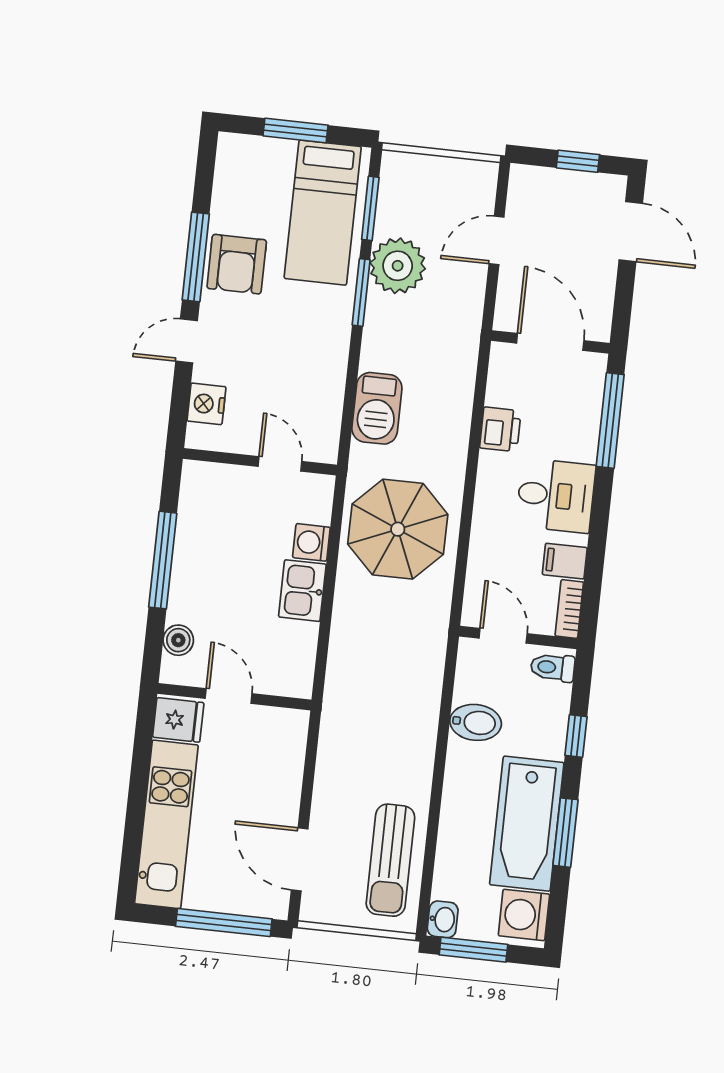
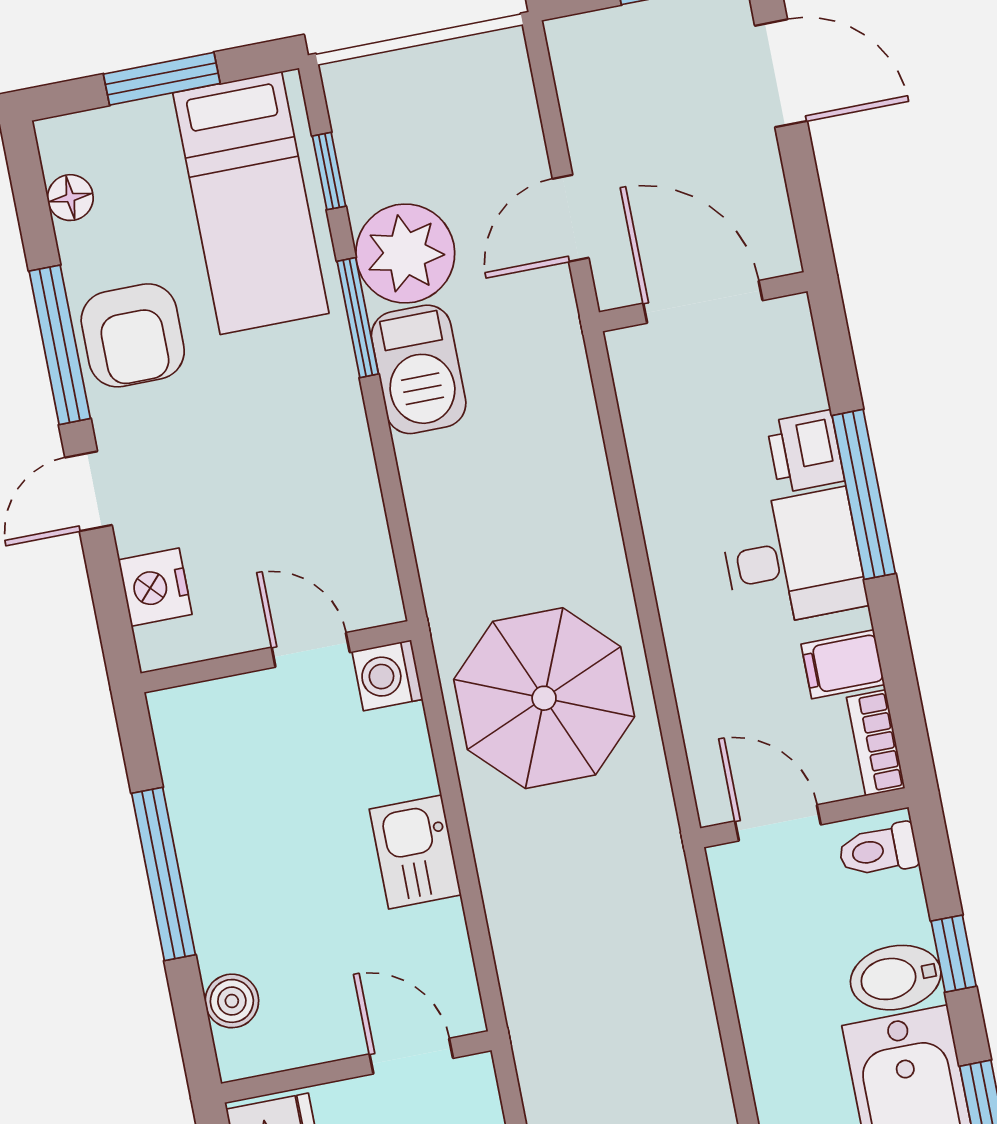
floor lamp: (226, 179) -> (70, 198), added
window: (370, 208) -> (329, 171), width x0.67
door: (497, 240) -> (571, 218), moved
barbecue: (377, 408) -> (419, 369), moved
window: (610, 420) -> (864, 494), moved
printer: (500, 429) -> (805, 451), moved, turned 180
washing machine: (311, 542) -> (387, 675), moved
door: (229, 696) -> (411, 1056), moved
bidet: (476, 722) -> (896, 978), moved, turned 180

